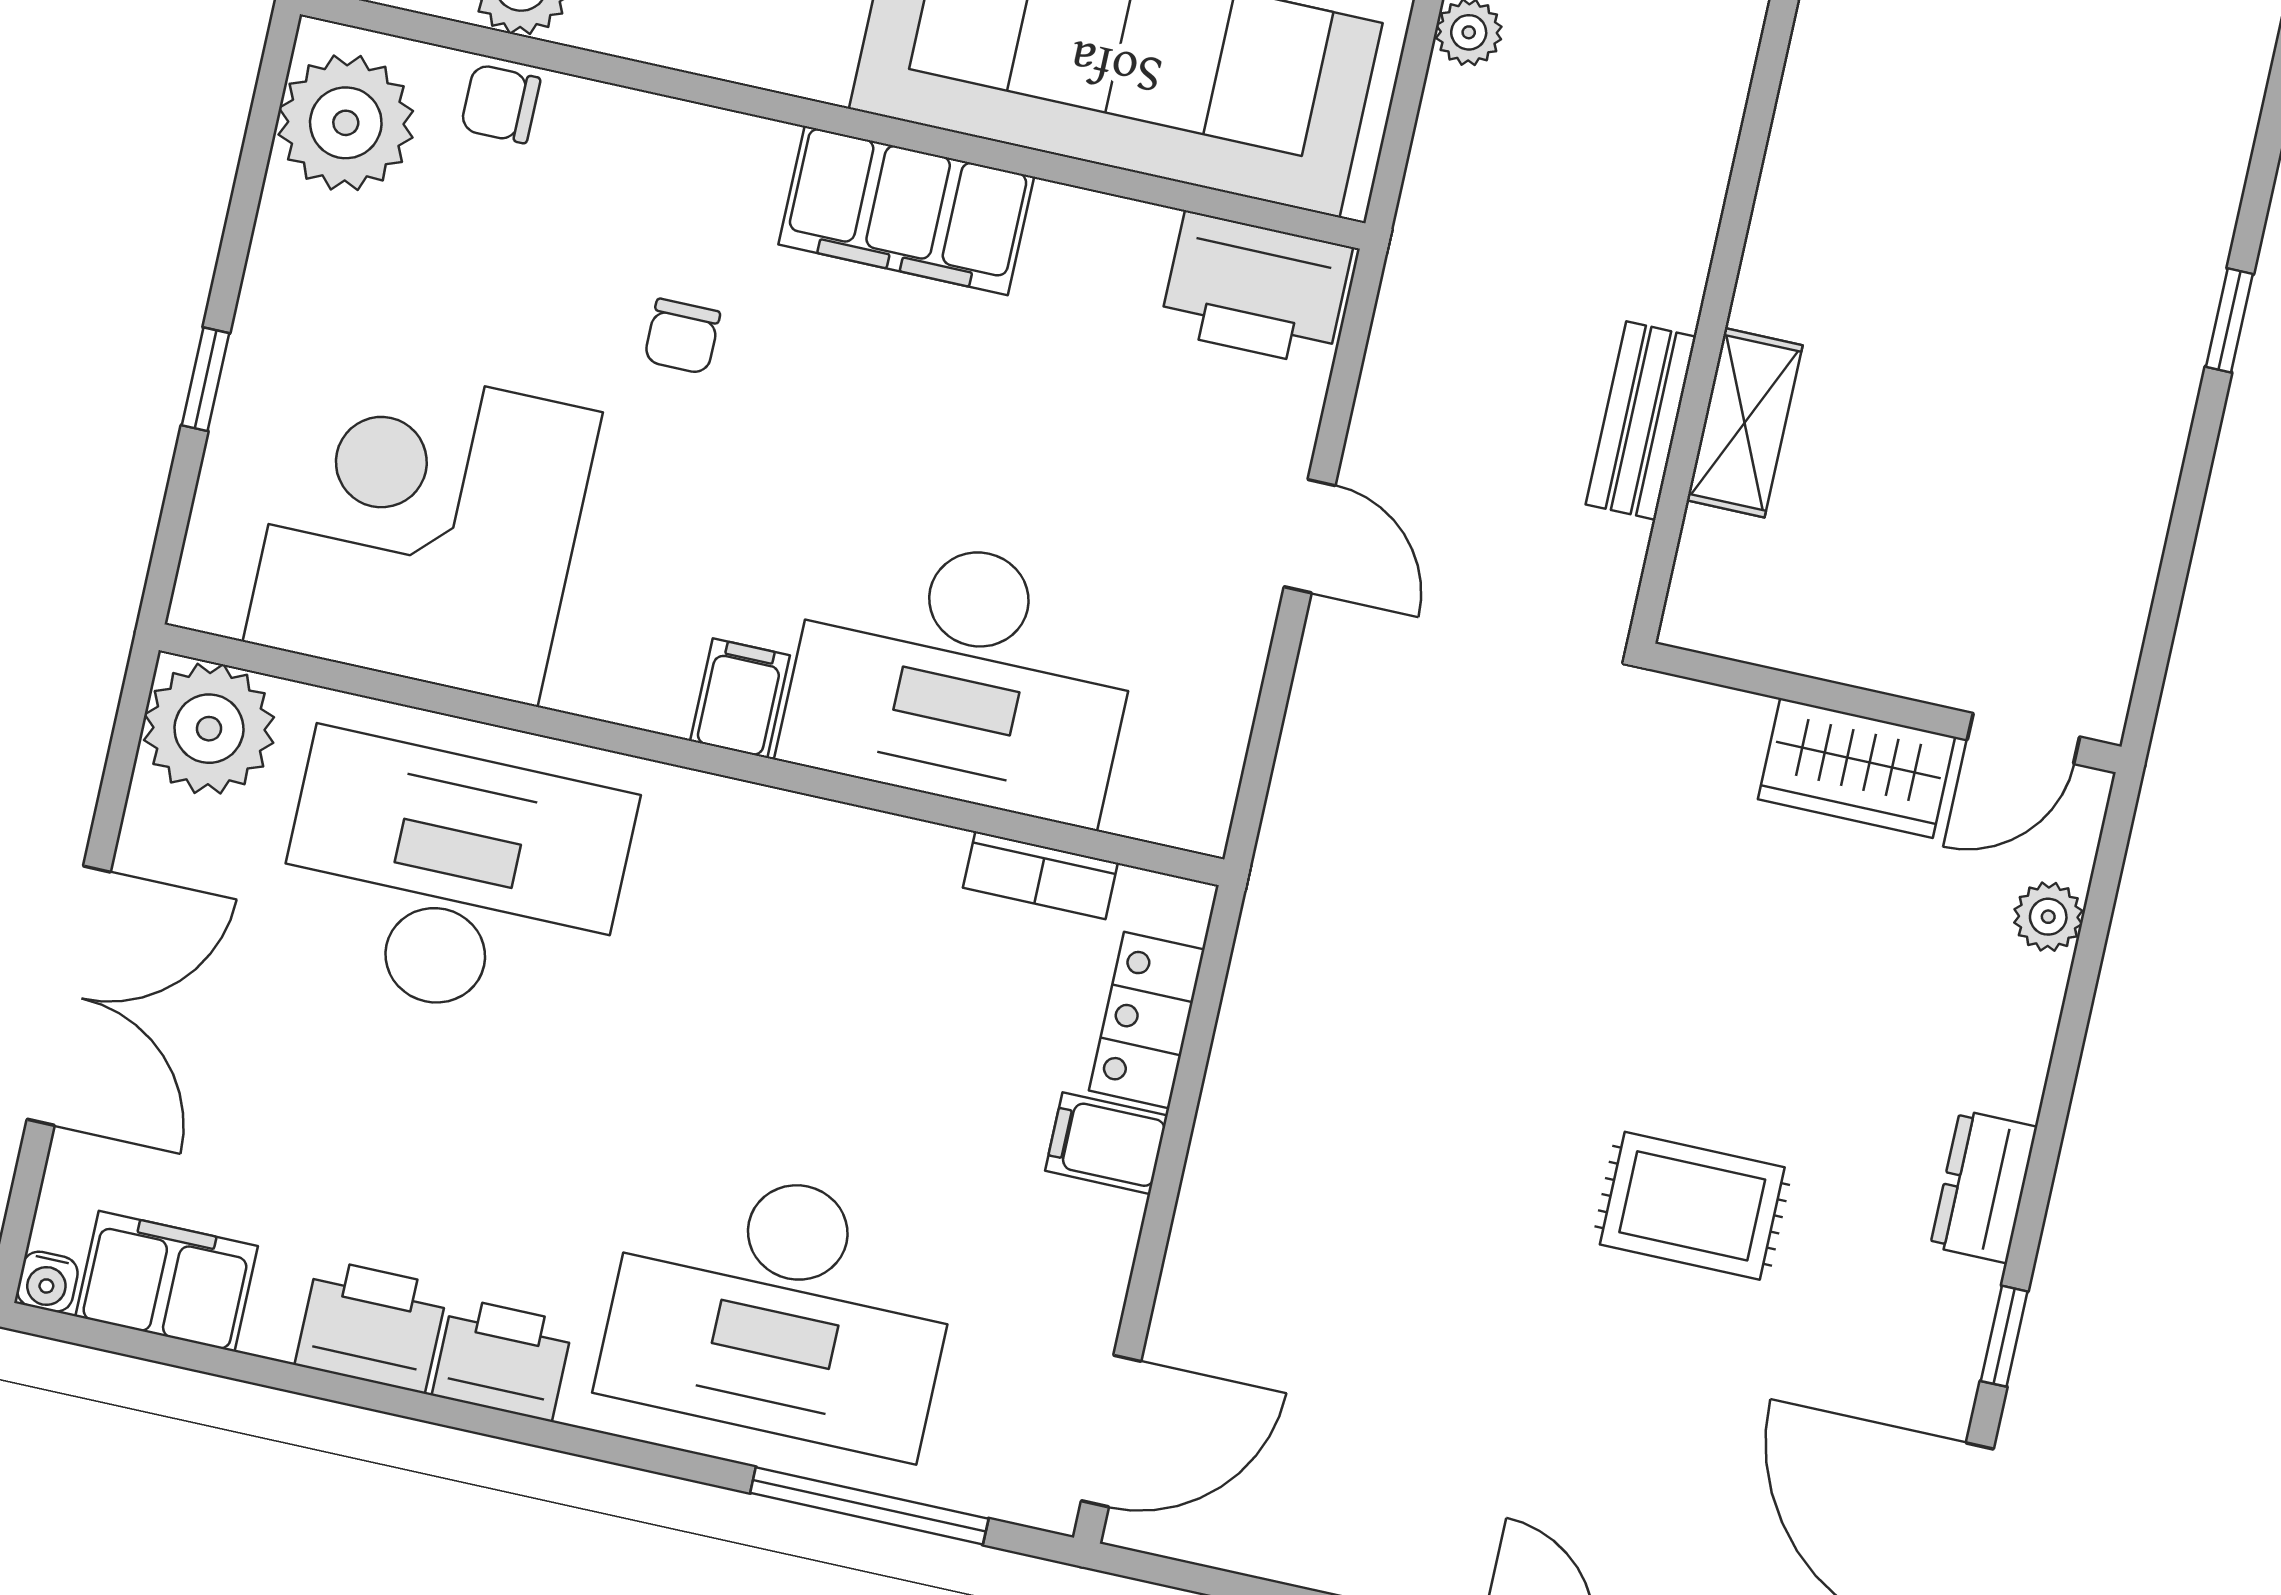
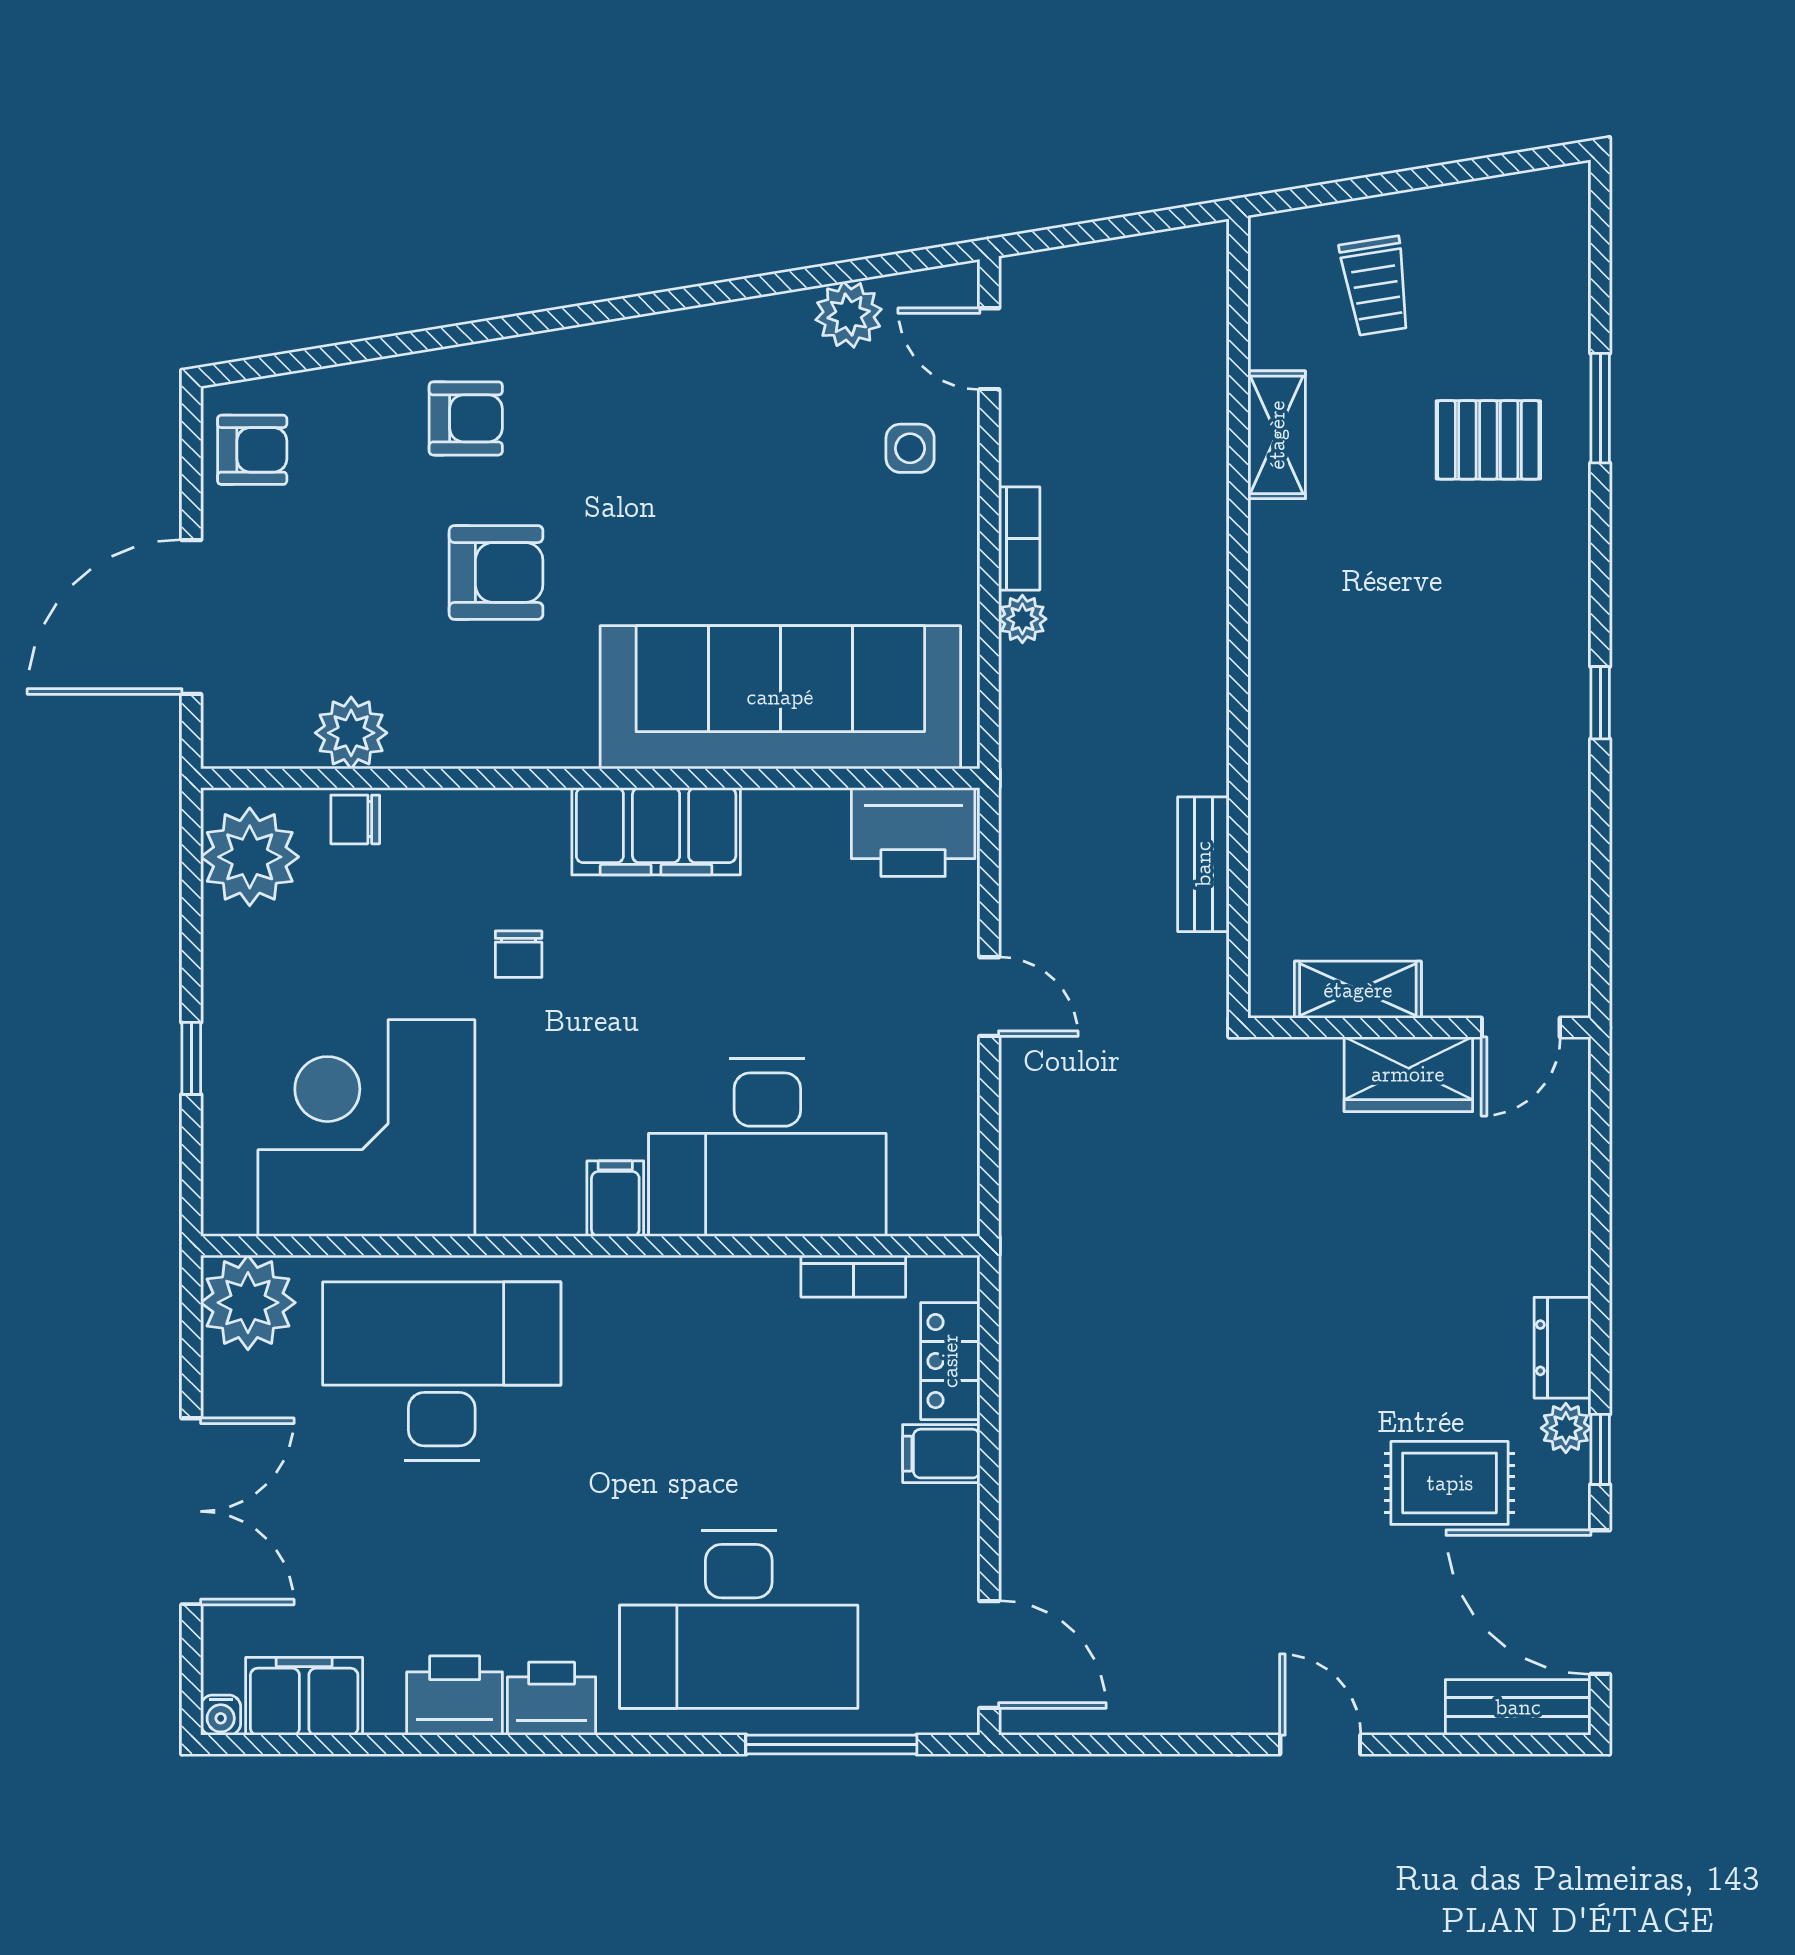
shelving: (1745, 423) -> (1358, 990), moved, turned 90
plant: (2048, 917) -> (1566, 1428), moved
rug: (1692, 1206) -> (1450, 1483), moved
door: (1111, 1431) -> (989, 1654), hinge flipped

